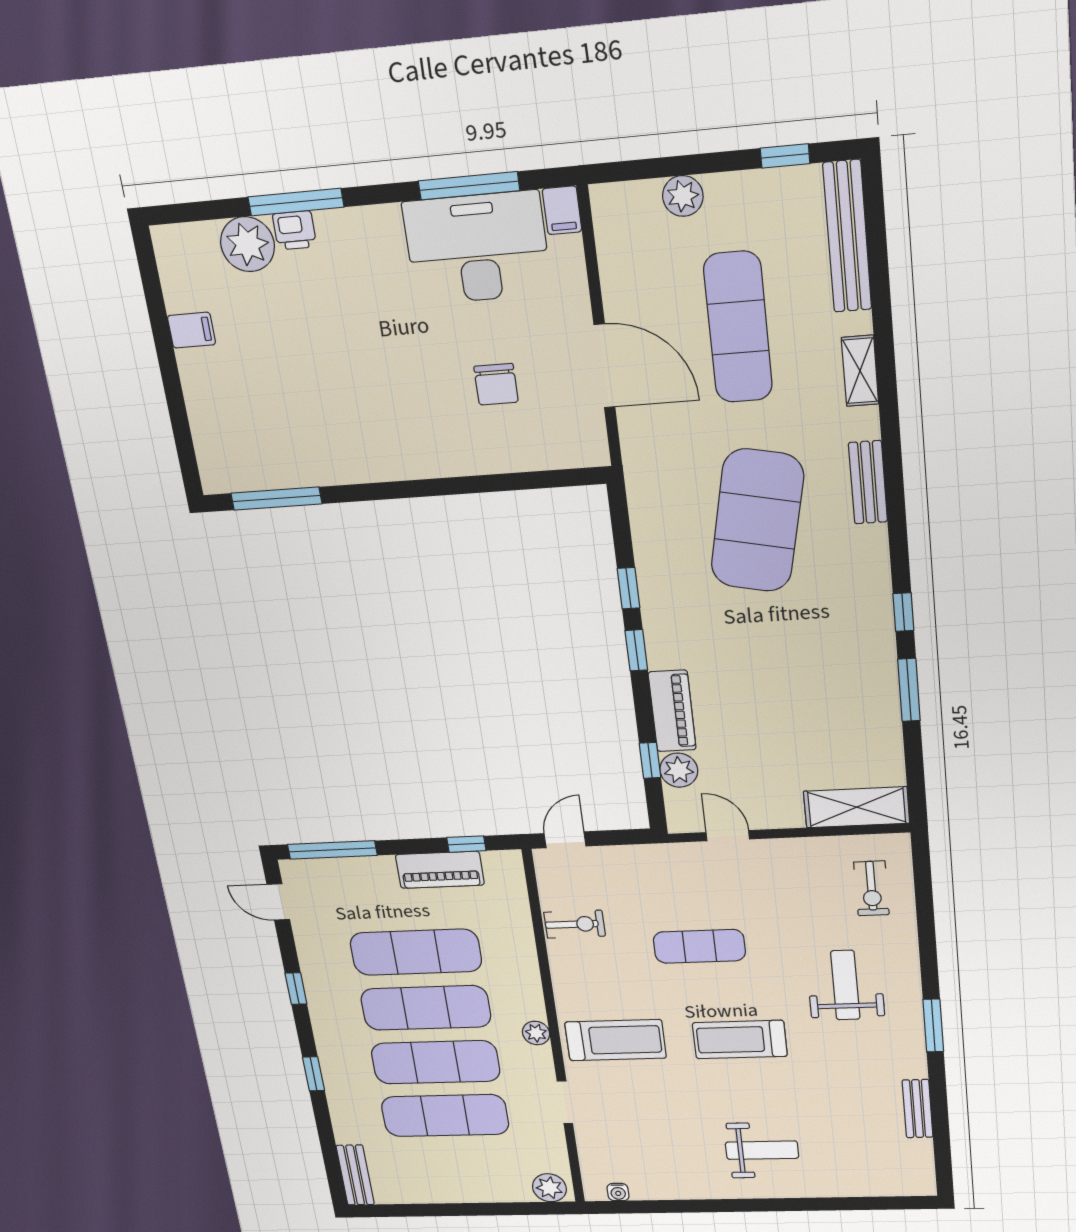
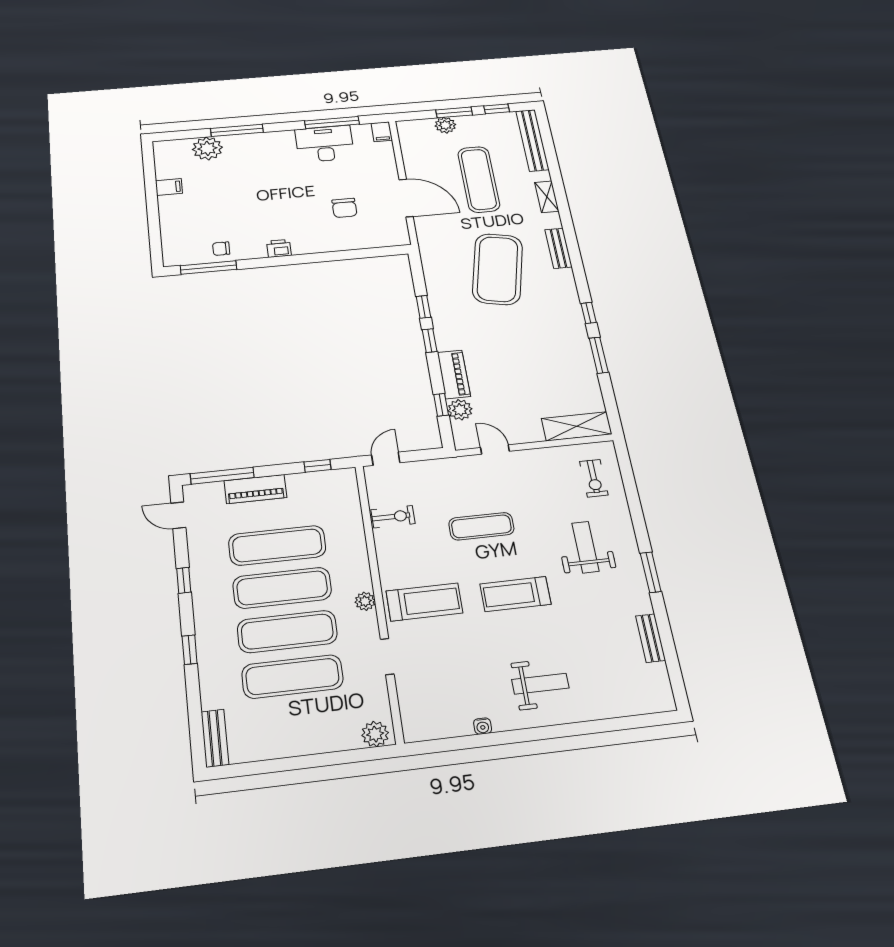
window: (701, 164) -> (454, 112), added
printer: (294, 230) -> (279, 248), moved, turned 180
desk: (477, 248) -> (325, 144), width x0.73, depth x0.77
chair: (293, 462) -> (221, 249), added
piano: (440, 870) -> (255, 489), moved
water cooler: (618, 1192) -> (483, 726), moved

